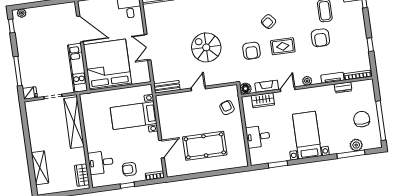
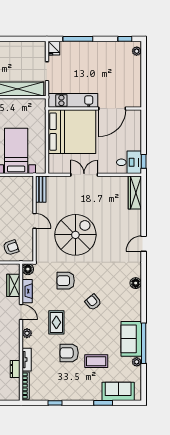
rug: (283, 46) -> (56, 322), moved
spiral stairs: (206, 47) -> (75, 235), width x1.37, depth x1.37

